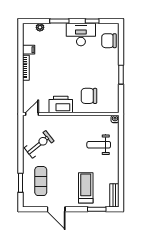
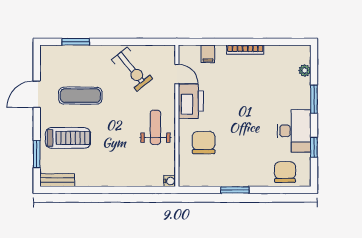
filing cabinet: (29, 50) -> (208, 54), moved
door: (32, 114) -> (177, 74), moved
weight bench: (99, 145) -> (155, 127), moved
exercise mat: (41, 181) -> (80, 96), moved

